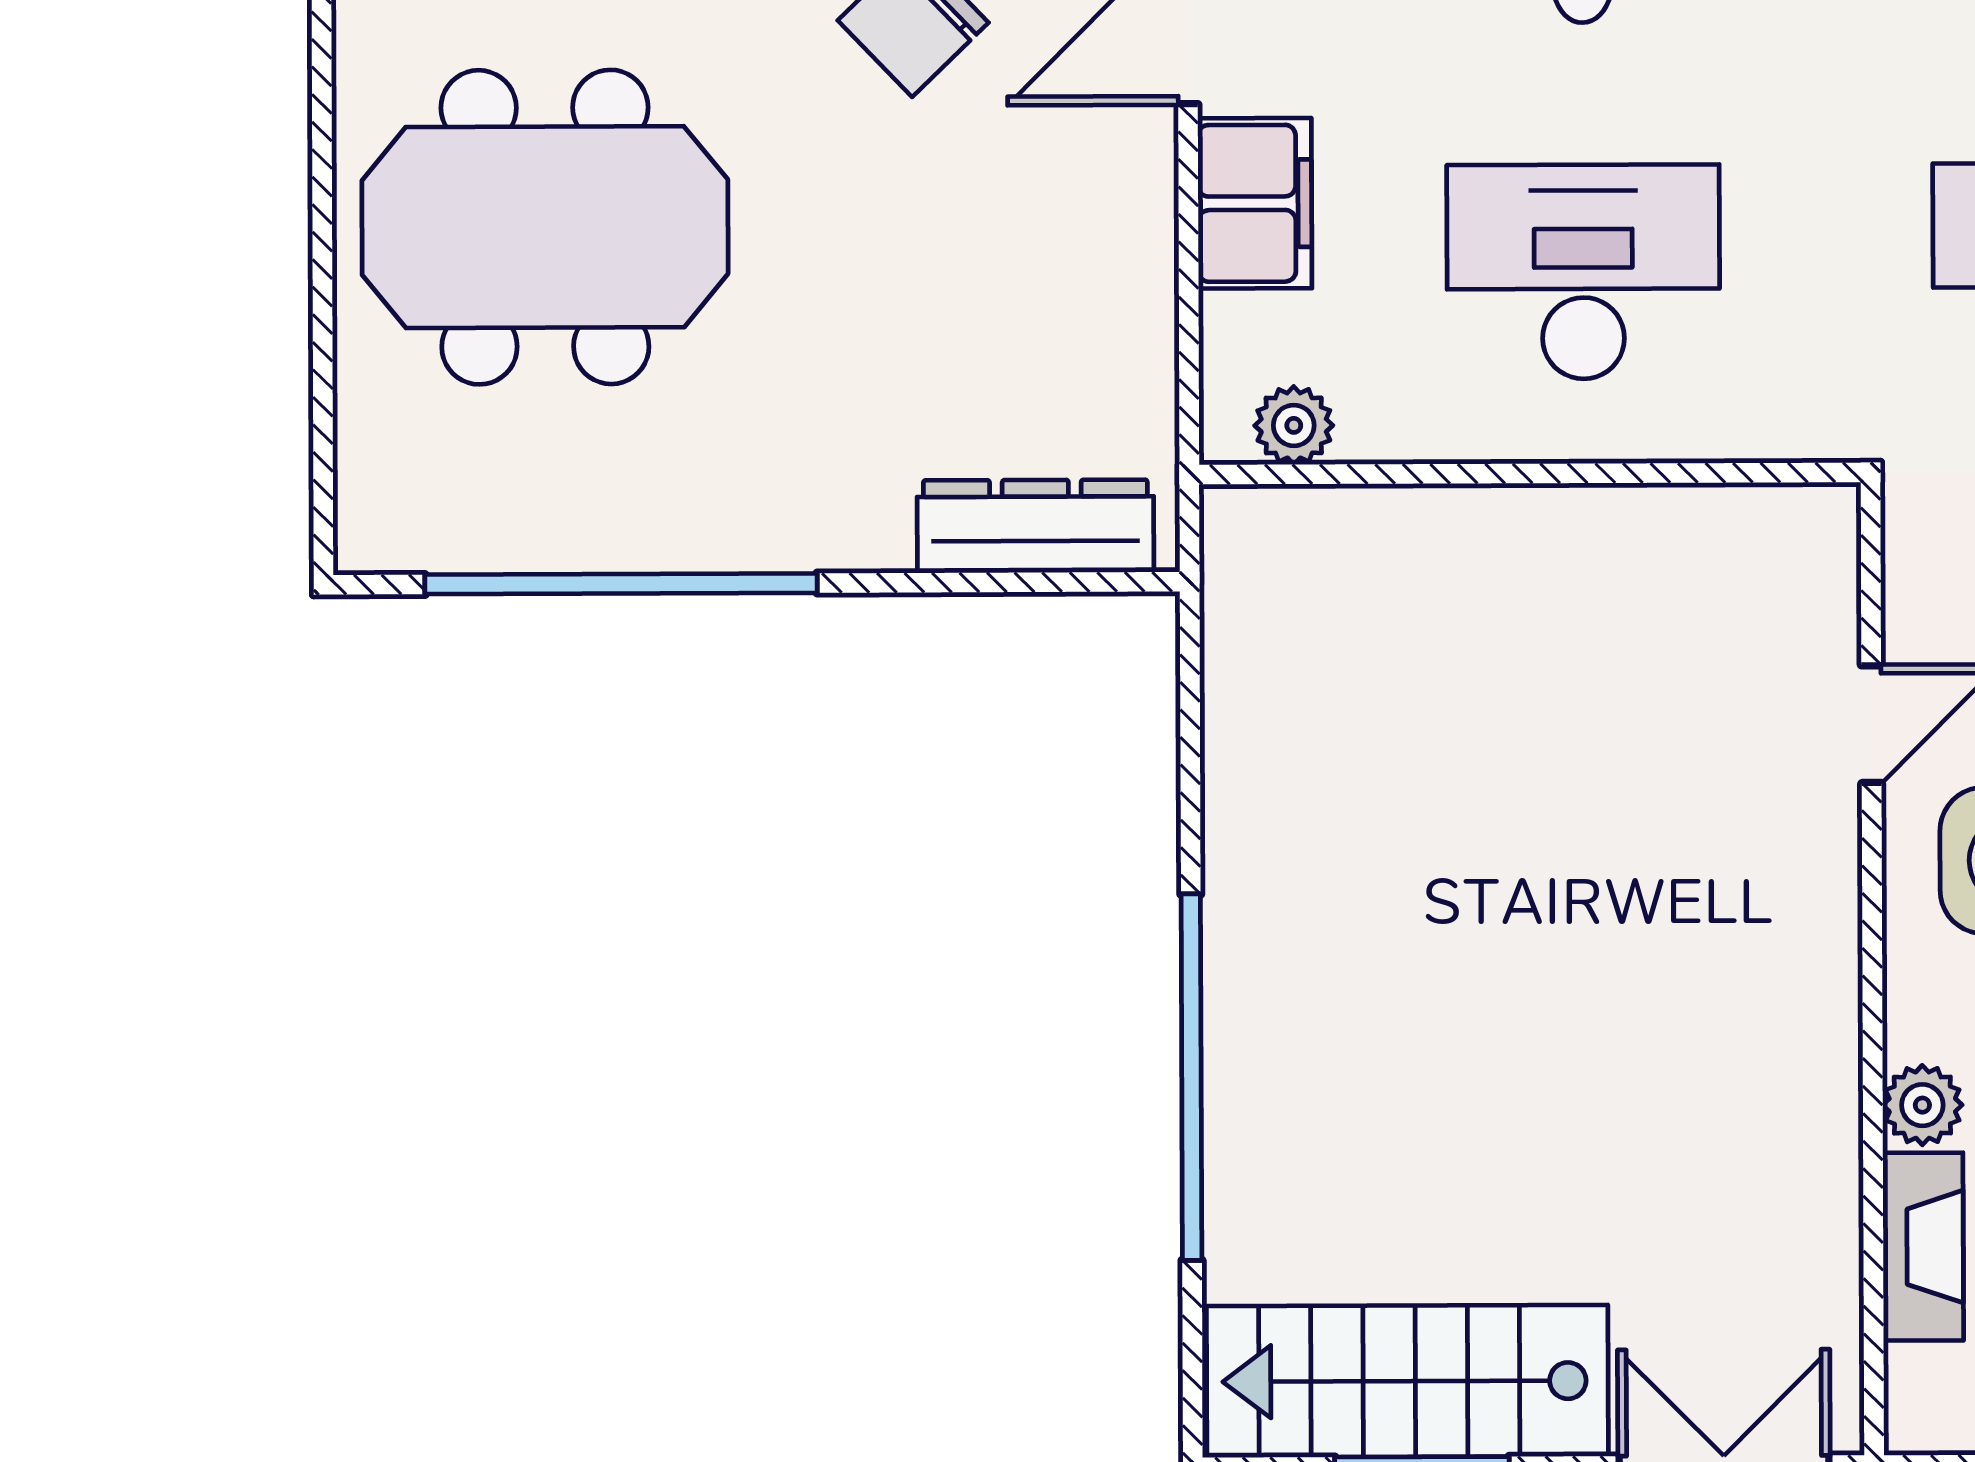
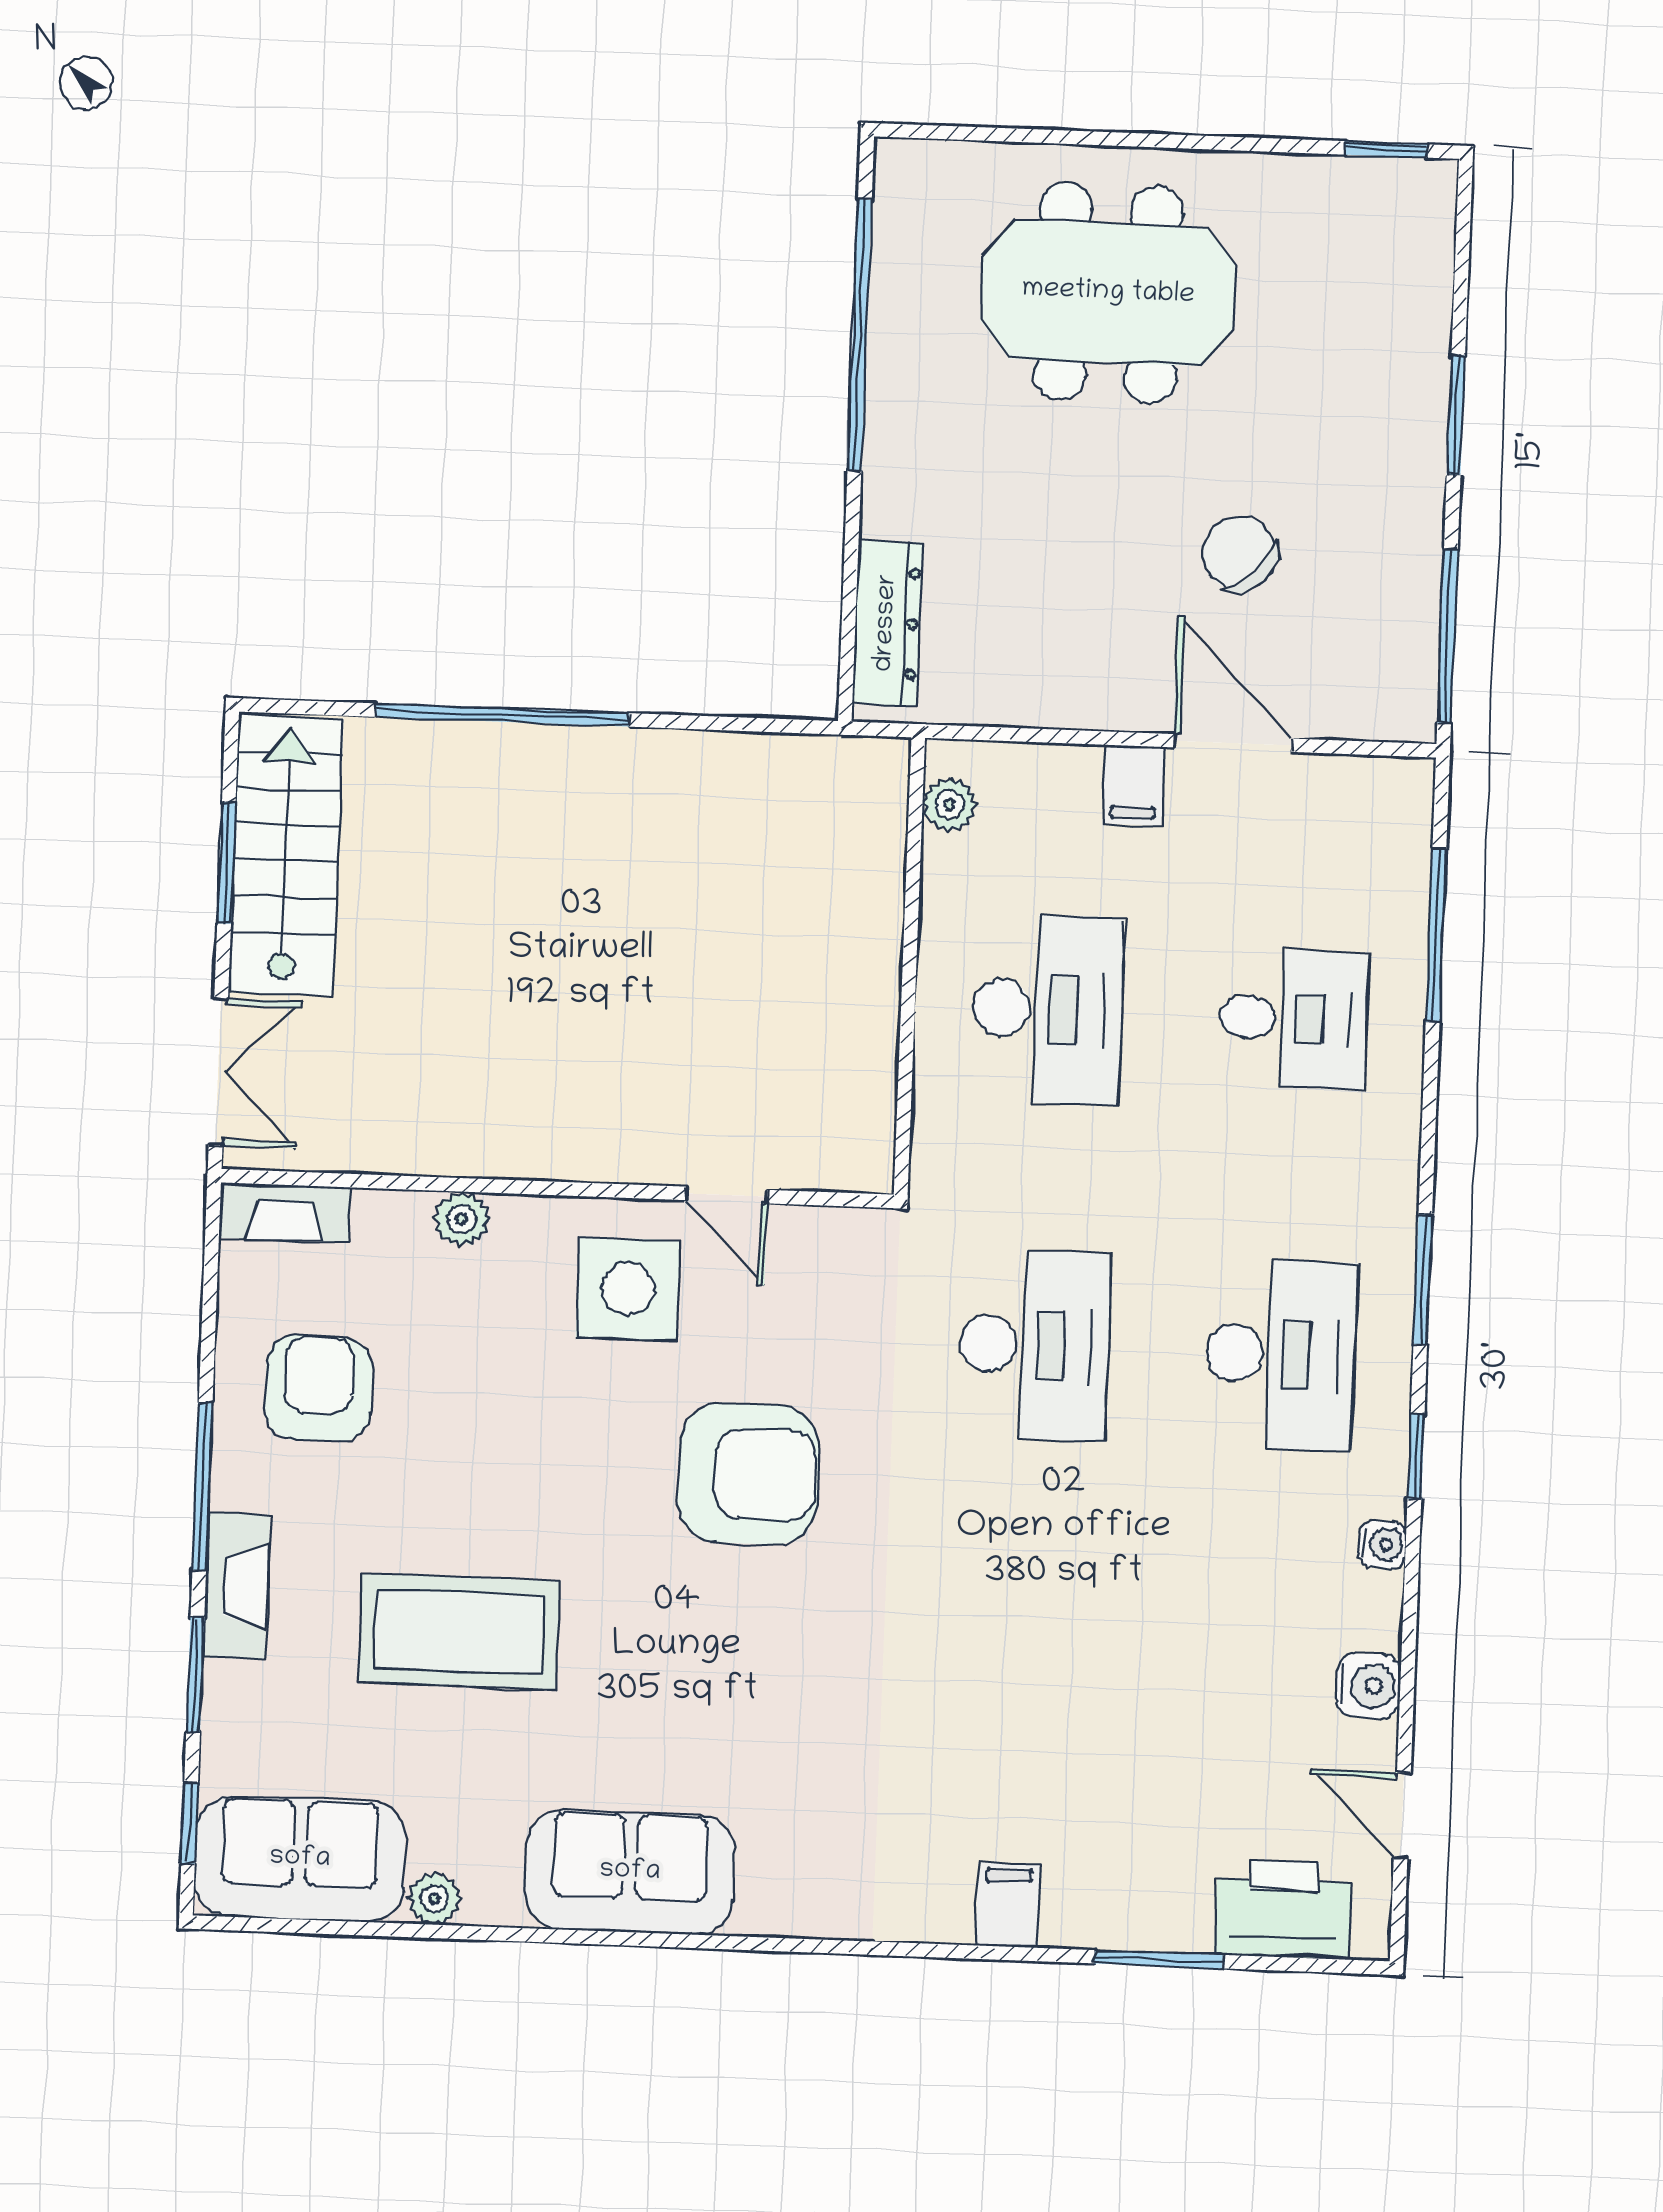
filing cabinet: (1255, 203) -> (1134, 785), width x0.50
meeting table: (545, 227) -> (1108, 293), turned 90
fireplace: (1923, 1247) -> (285, 1213), moved

